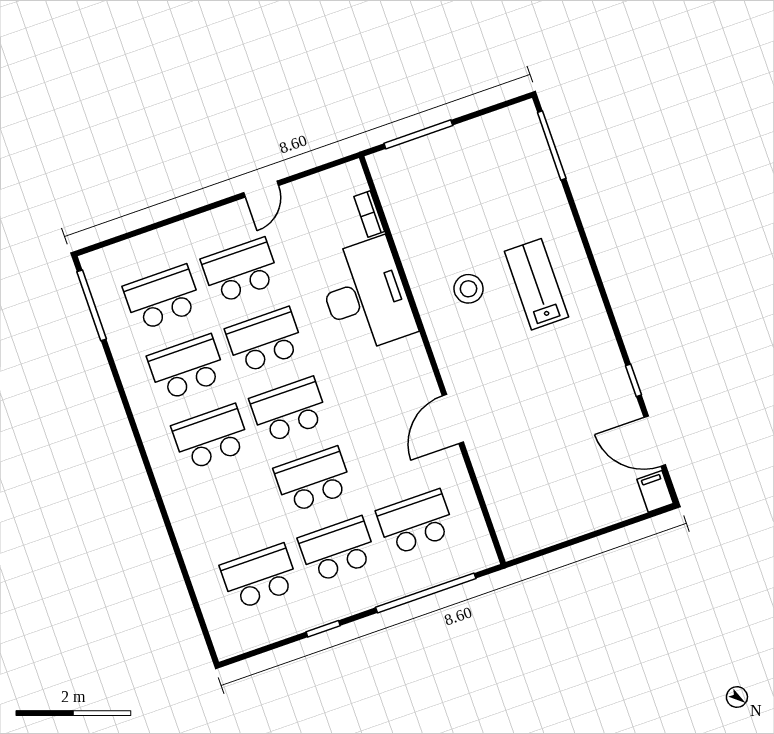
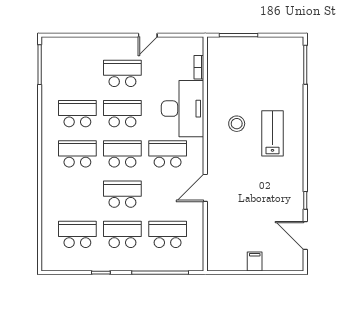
school desk: (162, 298) -> (168, 154), moved
filing cabinet: (655, 491) -> (255, 261), moved

